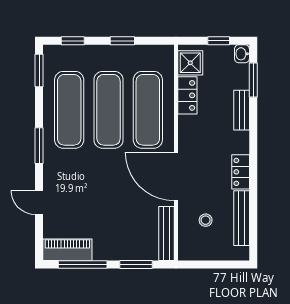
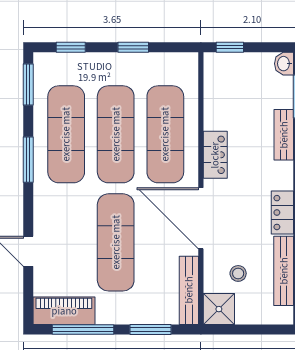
window: (219, 41) -> (230, 47), moved
shower: (190, 63) -> (219, 309), moved
locker: (187, 95) -> (215, 155), moved
window: (39, 146) -> (28, 160), moved
exercise mat: (109, 196) -> (116, 242), added

